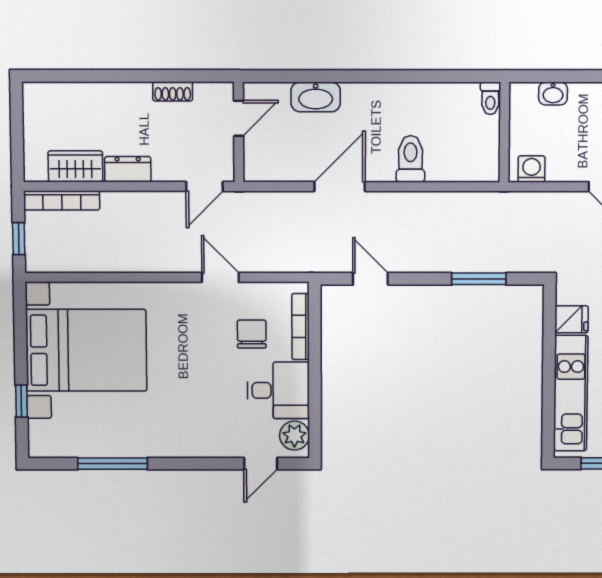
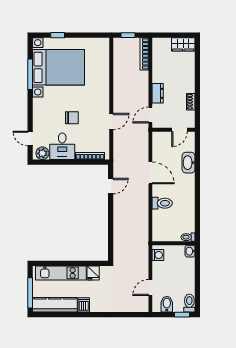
washbasin: (553, 94) -> (190, 251), moved
door: (239, 118) -> (179, 130), hinge flipped
wardrobe: (75, 166) -> (183, 44), moved, turned 90
dresser: (128, 169) -> (158, 93), moved
door: (204, 186) -> (150, 115), hinge flipped
window: (479, 279) -> (111, 233), removed
chair: (252, 334) -> (72, 118), moved
bed with nightstands: (86, 350) -> (58, 67), moved, turned -90

